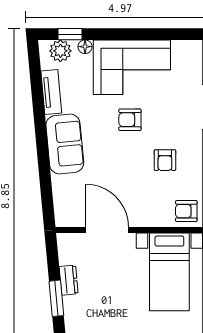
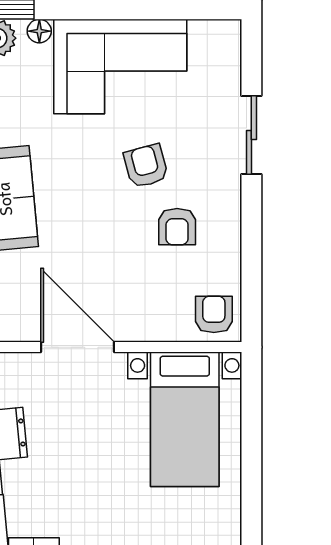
armchair: (130, 120) -> (146, 166), moved, turned 75
armchair: (186, 211) -> (214, 314), turned 90

